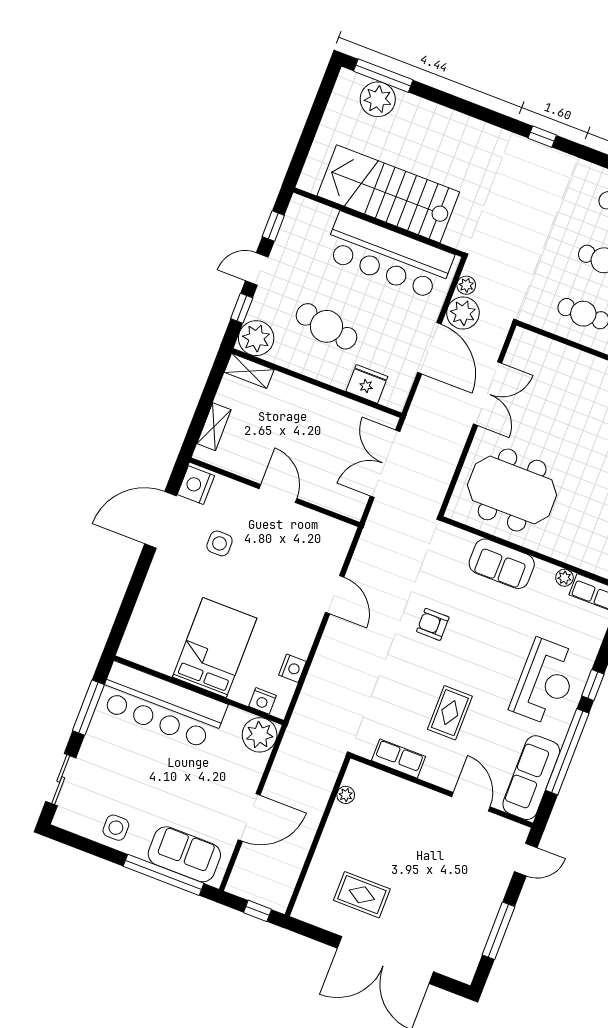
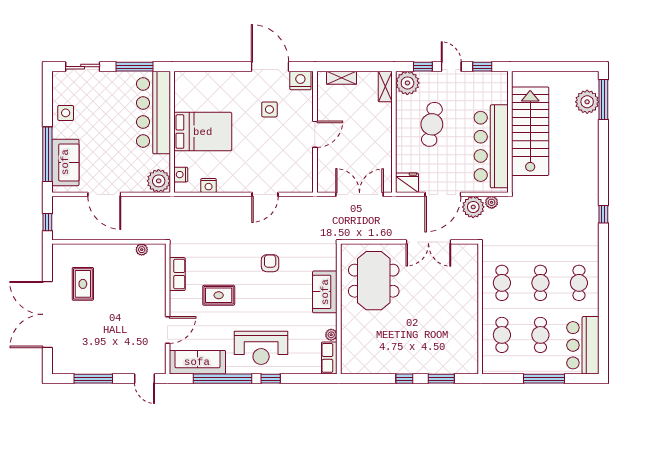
fridge: (367, 384) -> (407, 183), moved, turned -90

